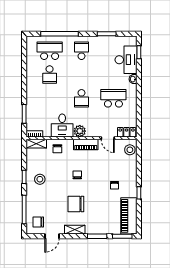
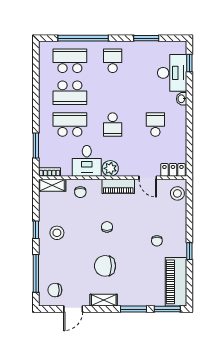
school desk: (50, 75) -> (70, 93), width x1.85
school desk: (50, 98) -> (70, 125), added
school desk: (113, 98) -> (155, 125), width x0.54

